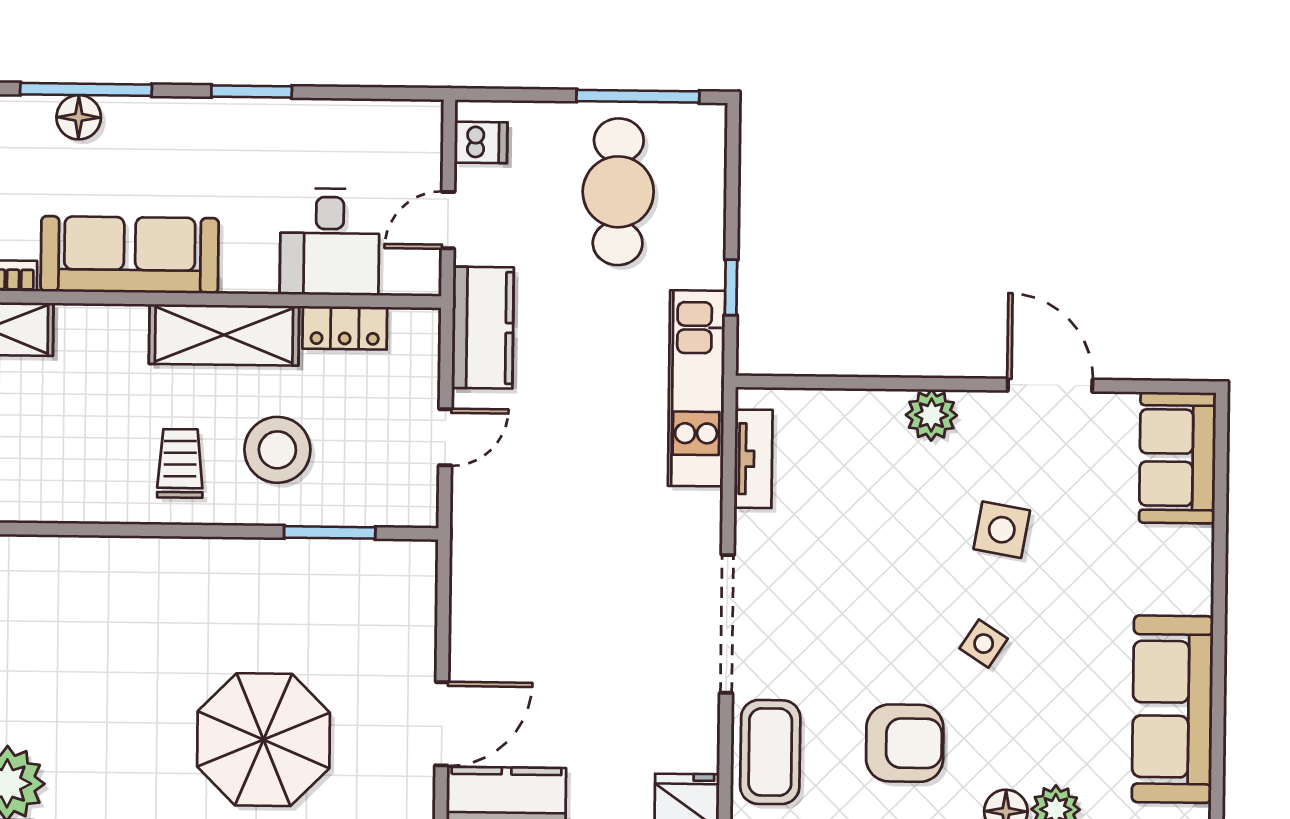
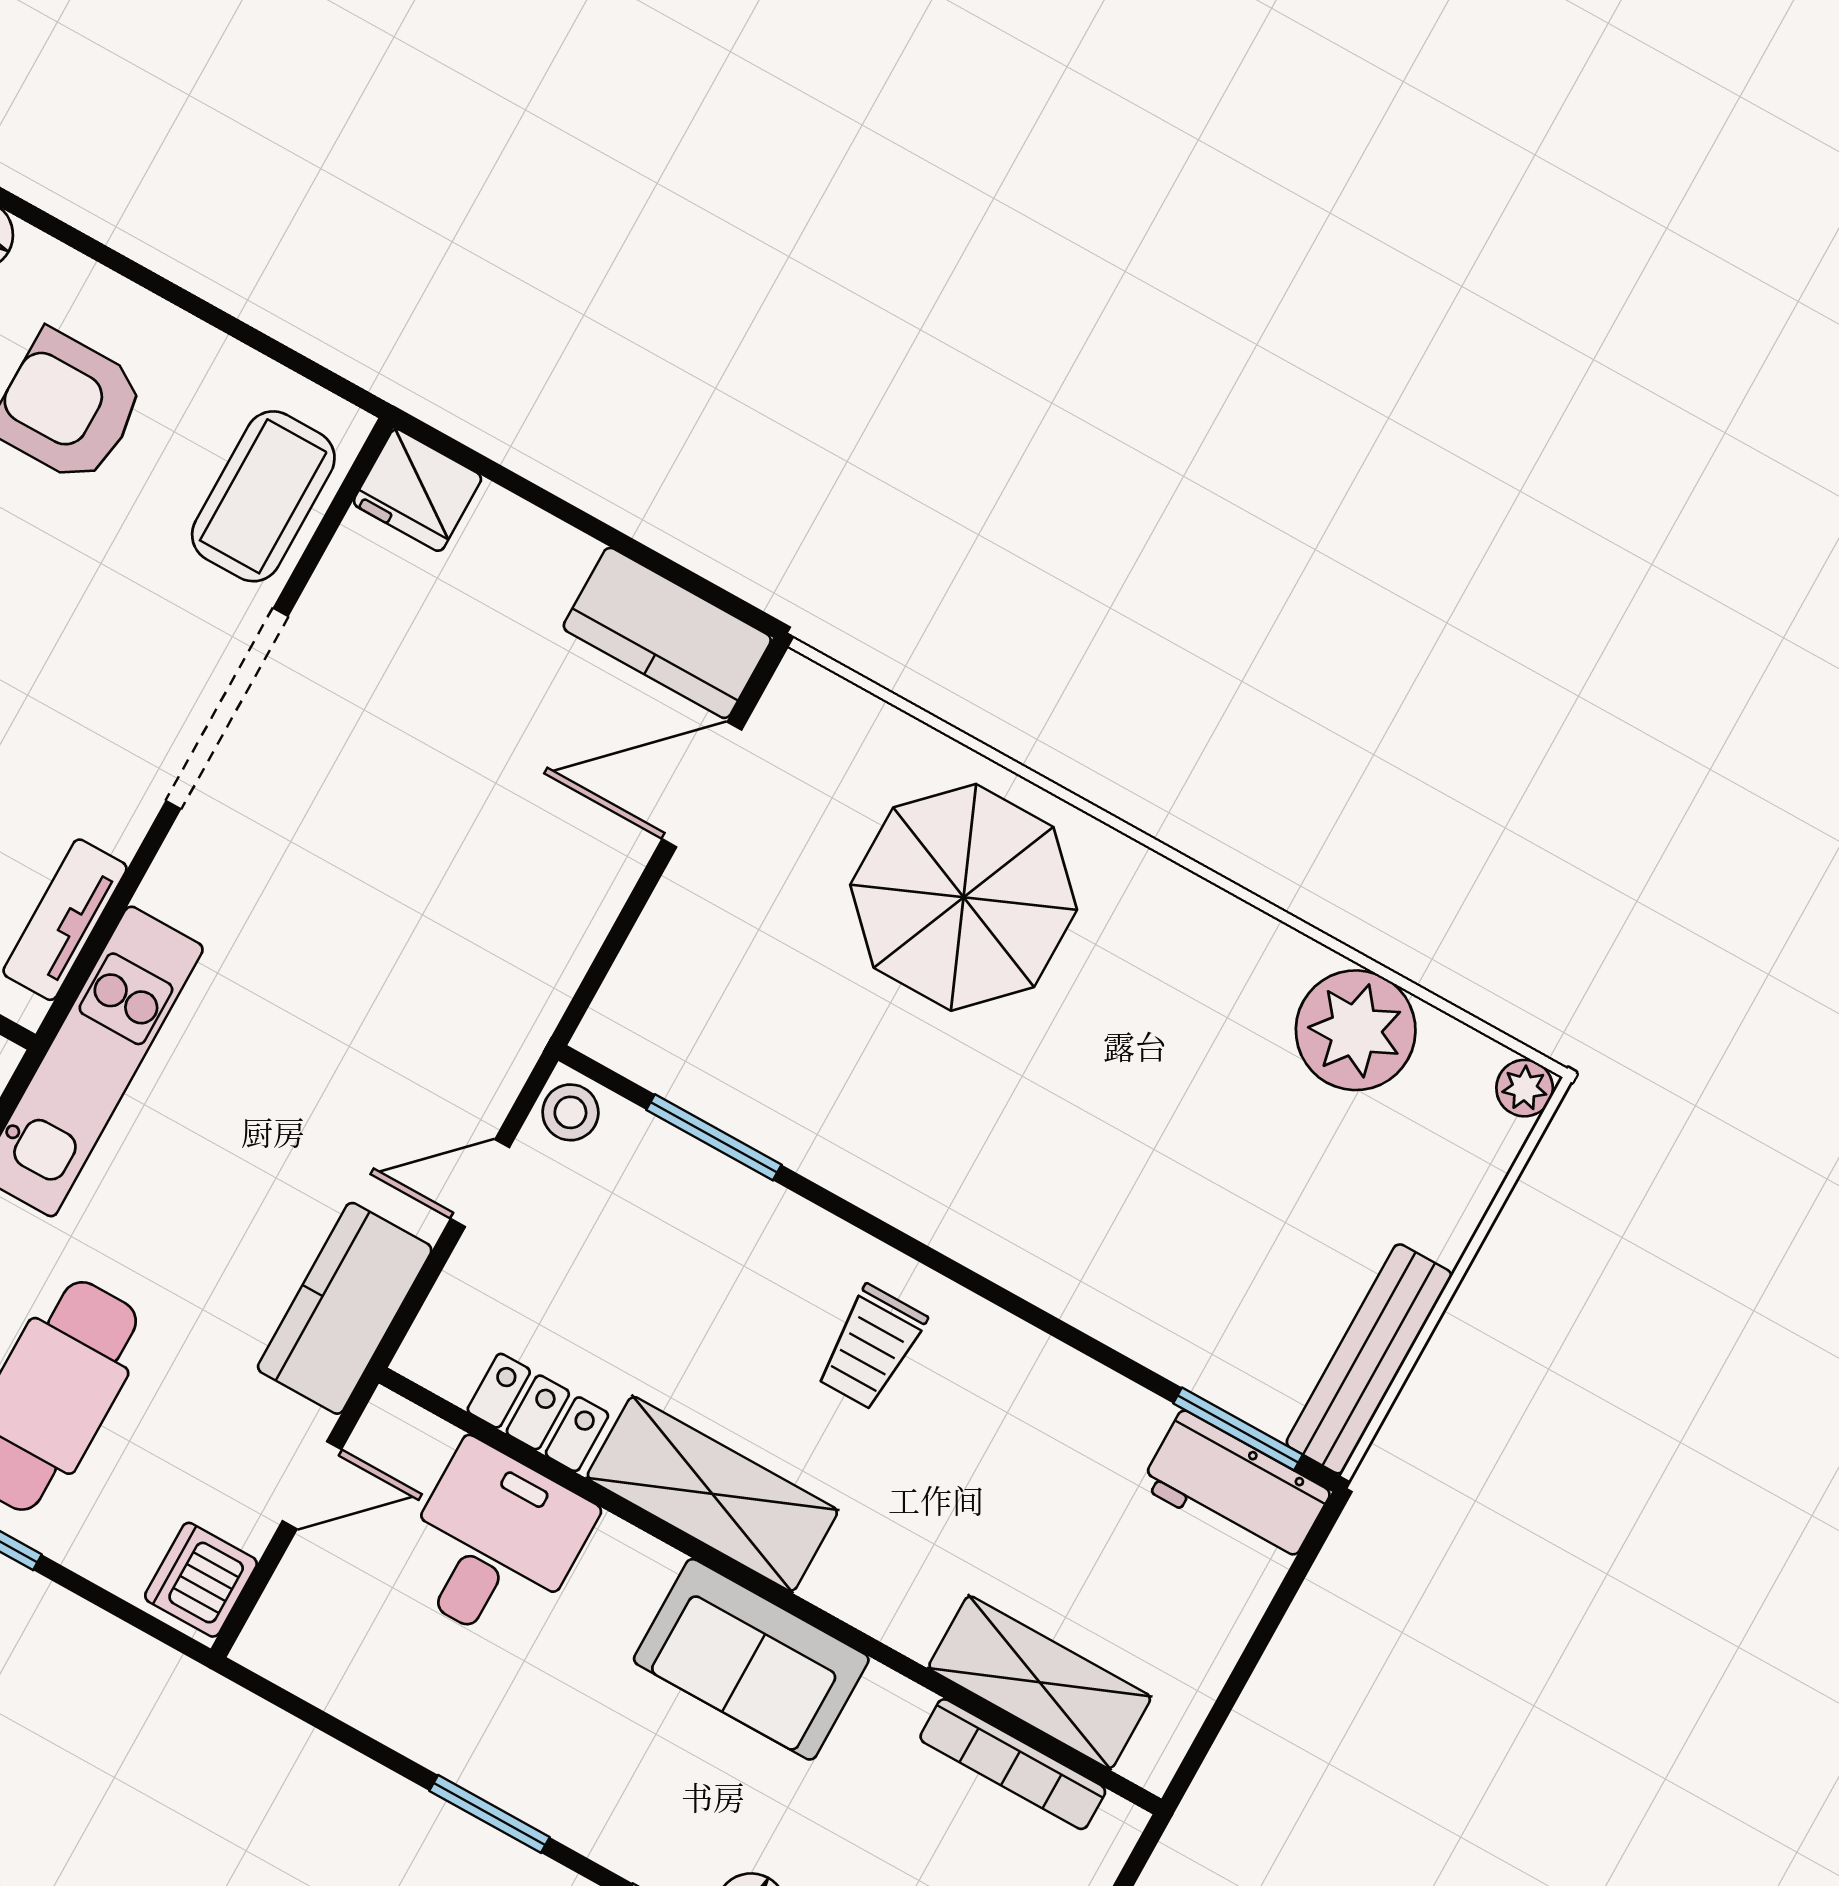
dishwasher: (481, 142) -> (201, 1580), width x1.38
sofa: (130, 255) -> (751, 1659), width x0.73
stool: (277, 450) -> (570, 1112), moved, width x0.53, depth x0.53

